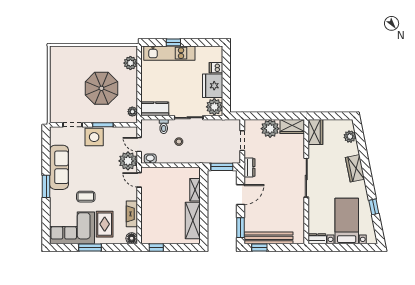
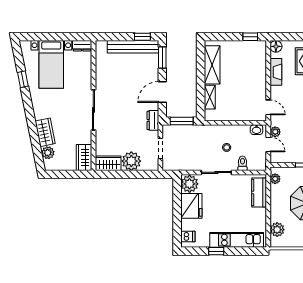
window: (173, 42) -> (216, 251), moved
dishwasher: (216, 68) -> (188, 237), moved
kitchen counter: (155, 109) -> (259, 193), moved, turned 90
plant: (128, 161) -> (275, 132), width x0.53, depth x0.53
wardrobe: (355, 168) -> (45, 132), moved

